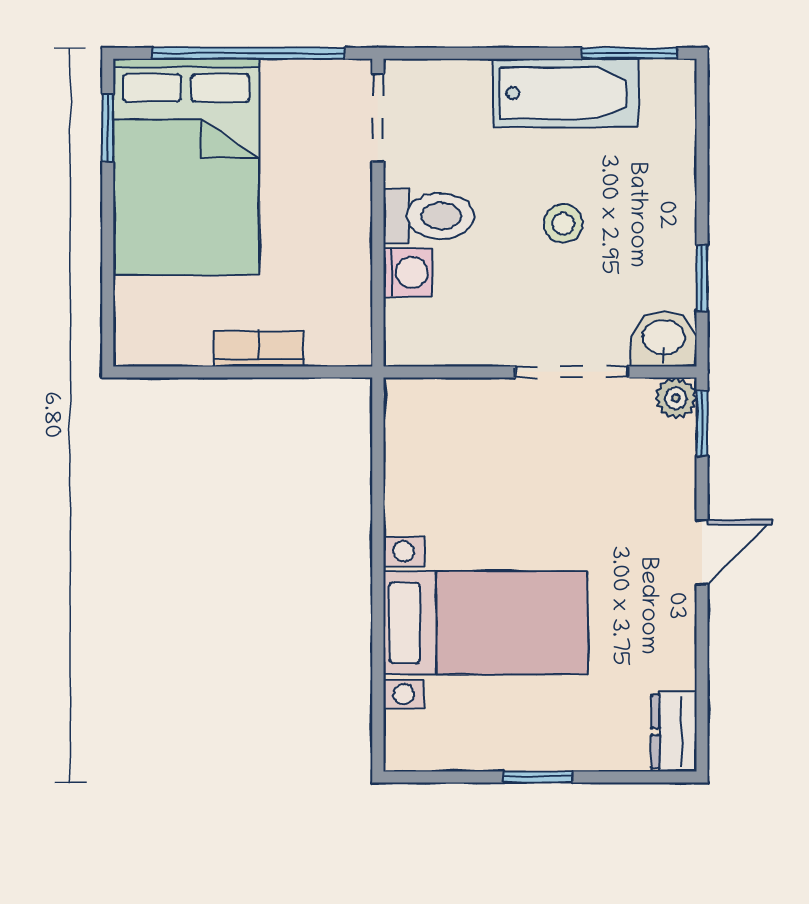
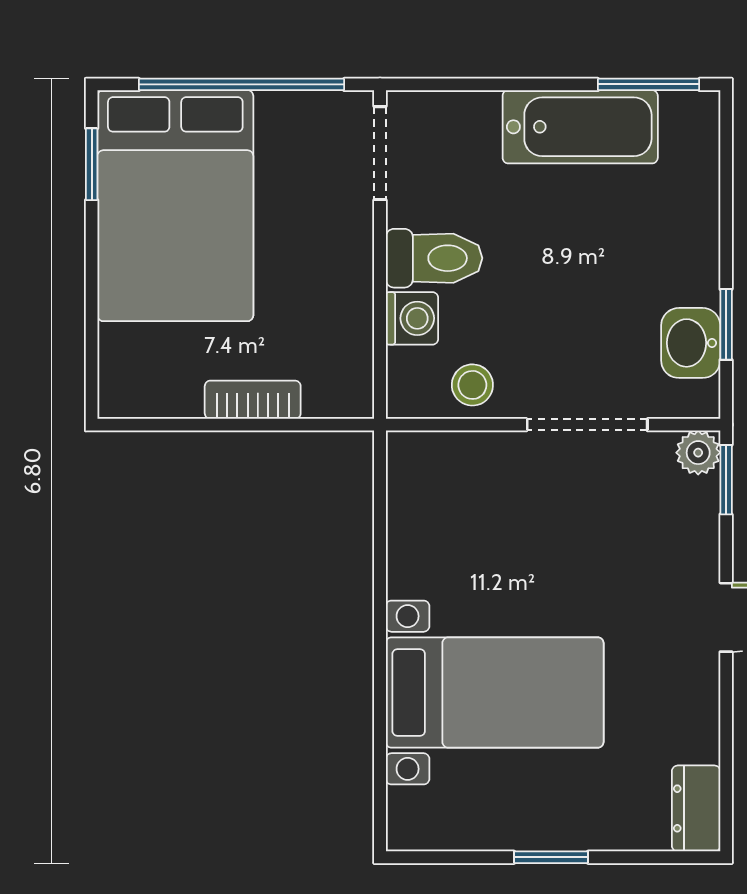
stool: (563, 224) -> (472, 385), moved
washbasin: (664, 339) -> (691, 343), moved, turned -90

